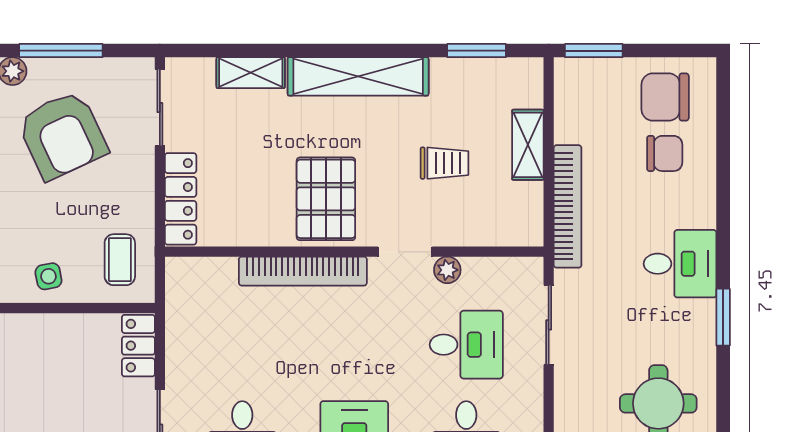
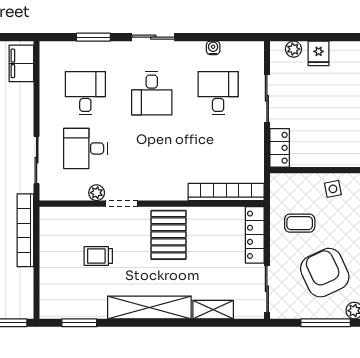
shelving: (528, 145) -> (49, 267), removed
coffee table: (120, 260) -> (300, 223), moved, turned 90
bookcase: (303, 271) -> (226, 192), moved

